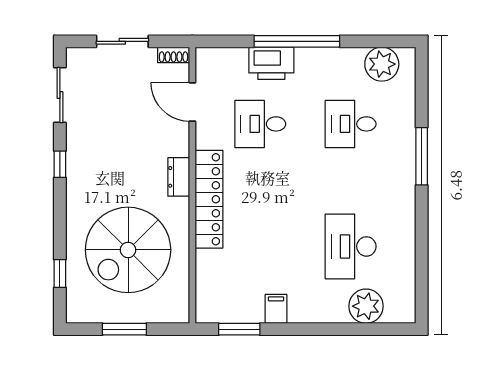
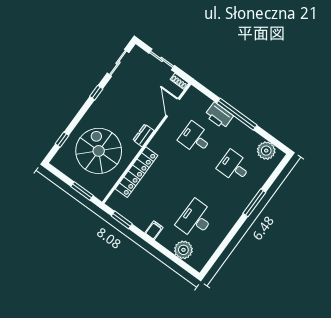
locker: (209, 199) -> (137, 172), moved
spiral stairs: (128, 250) -> (99, 151), turned 90
filing cabinet: (276, 309) -> (154, 230), moved
window: (124, 329) -> (82, 191), moved

